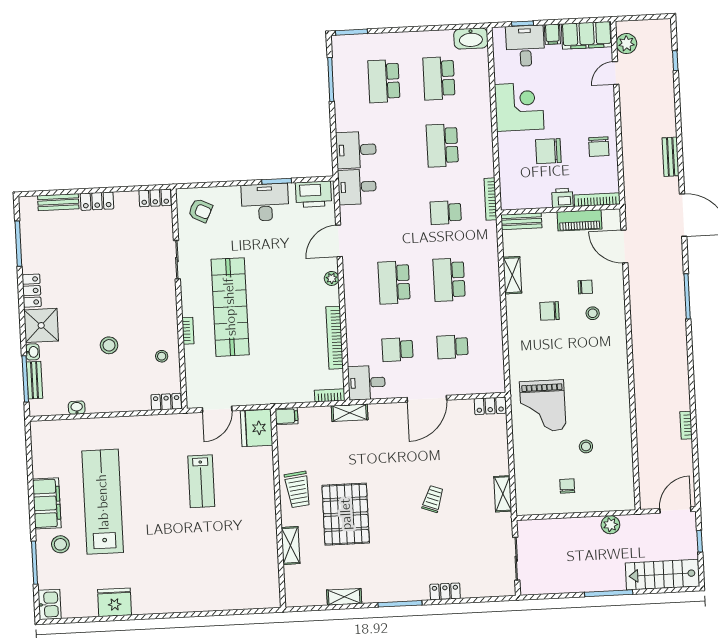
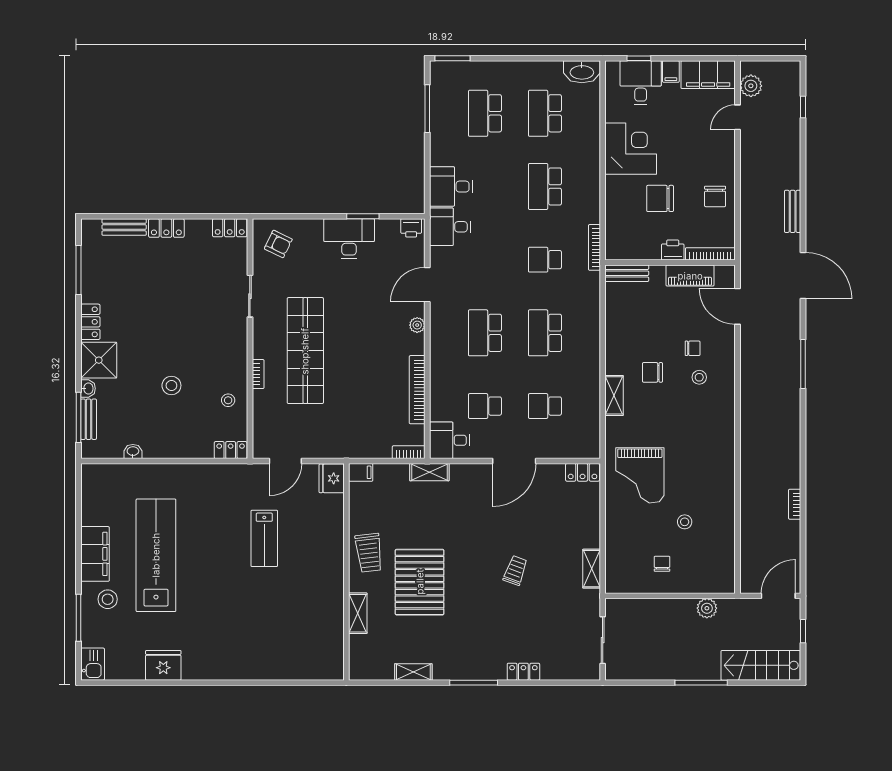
printer: (314, 194) -> (411, 228), width x0.53, depth x0.68
shelving: (512, 275) -> (614, 395), moved
fridge: (257, 428) -> (332, 478), width x0.73, depth x0.75

